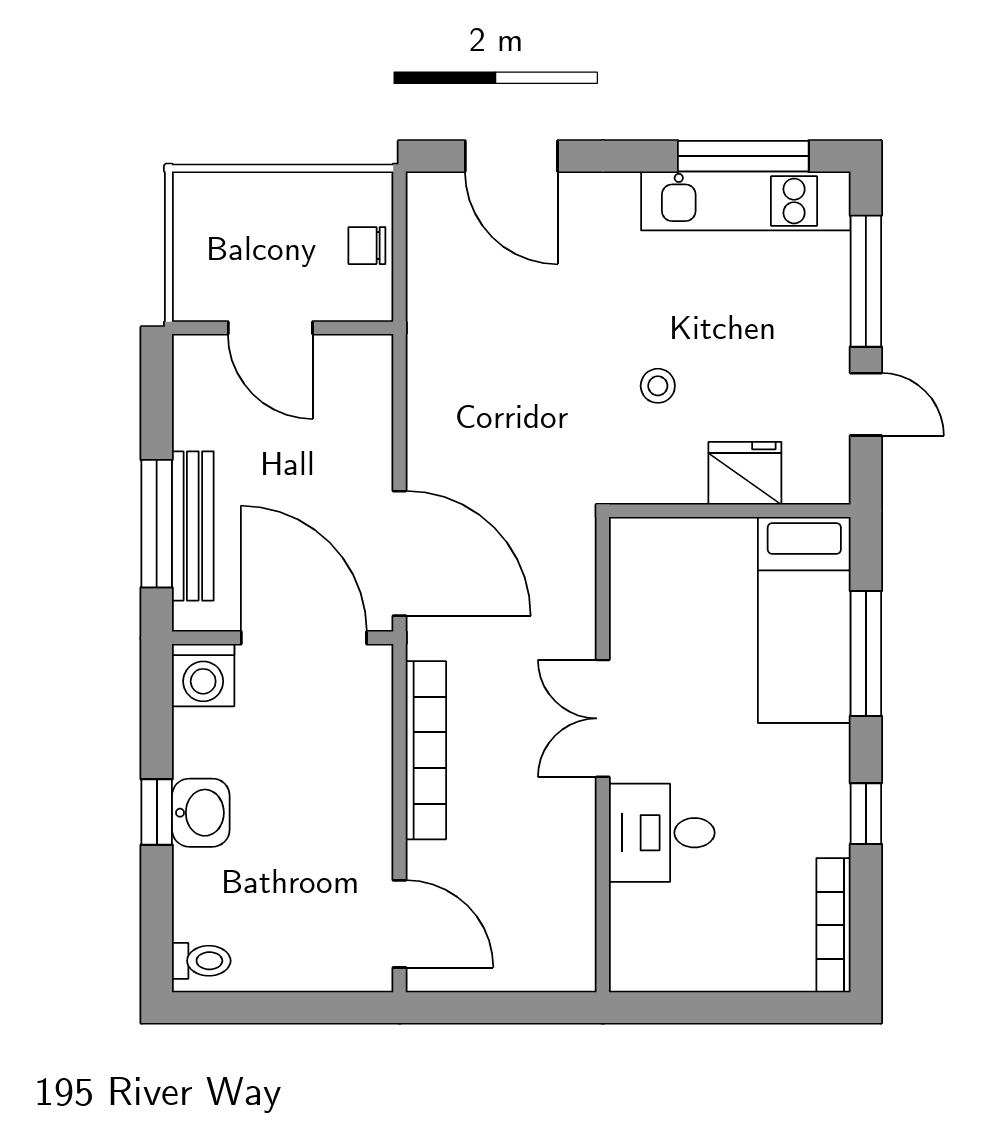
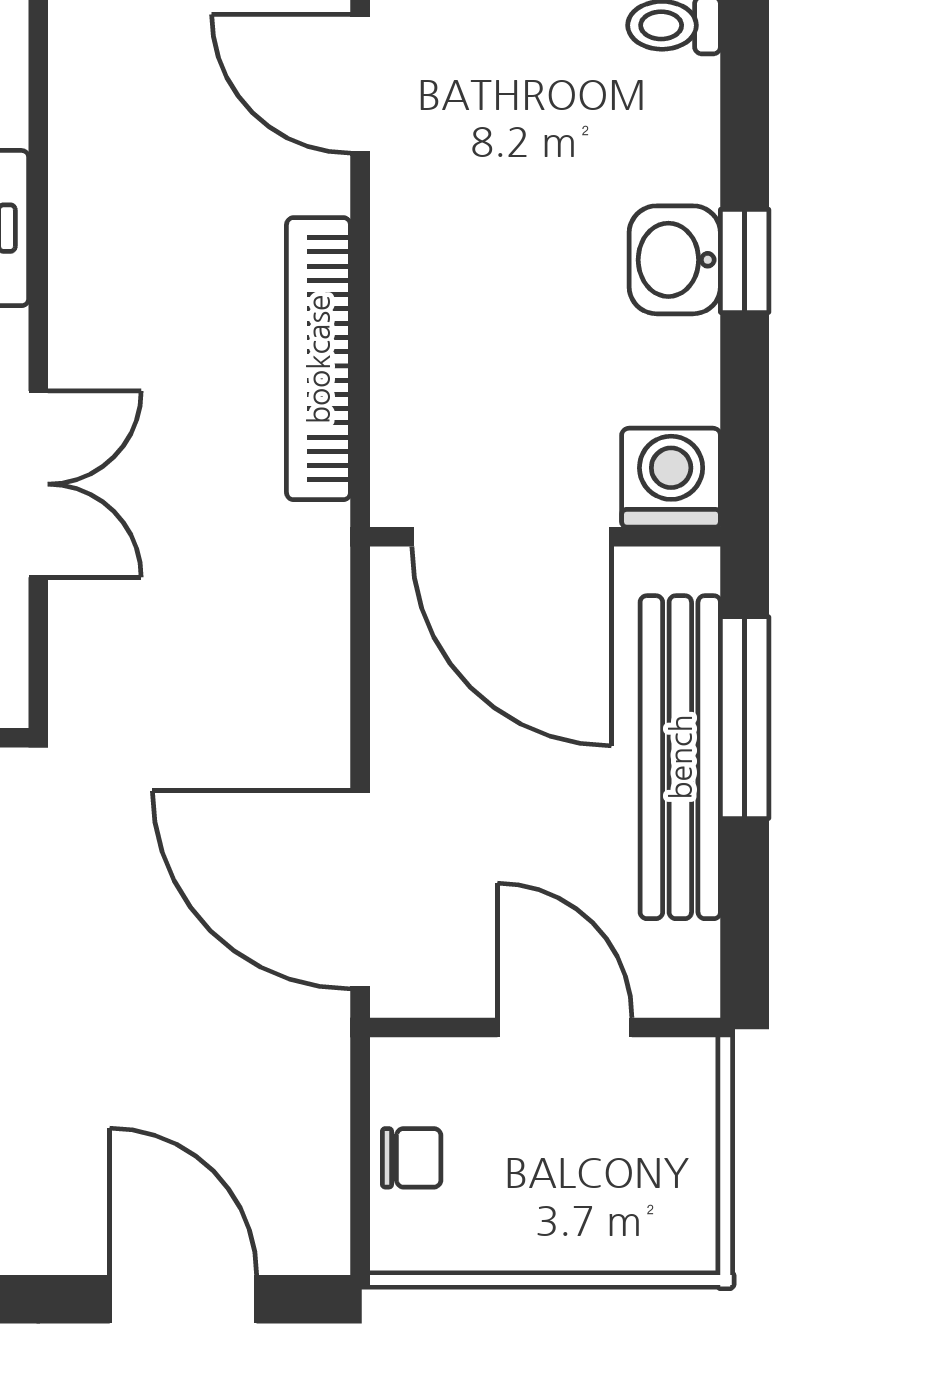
bench: (193, 526) -> (680, 757), width x1.37, depth x1.21
door: (400, 553) -> (360, 890), moved
double door: (603, 718) -> (38, 484), moved

